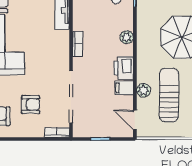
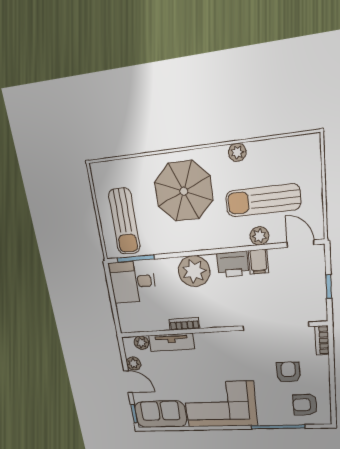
plant: (127, 37) -> (194, 271), width x1.88, depth x1.88
bookcase: (78, 44) -> (184, 324), moved
door: (135, 120) -> (301, 244), swing flipped

